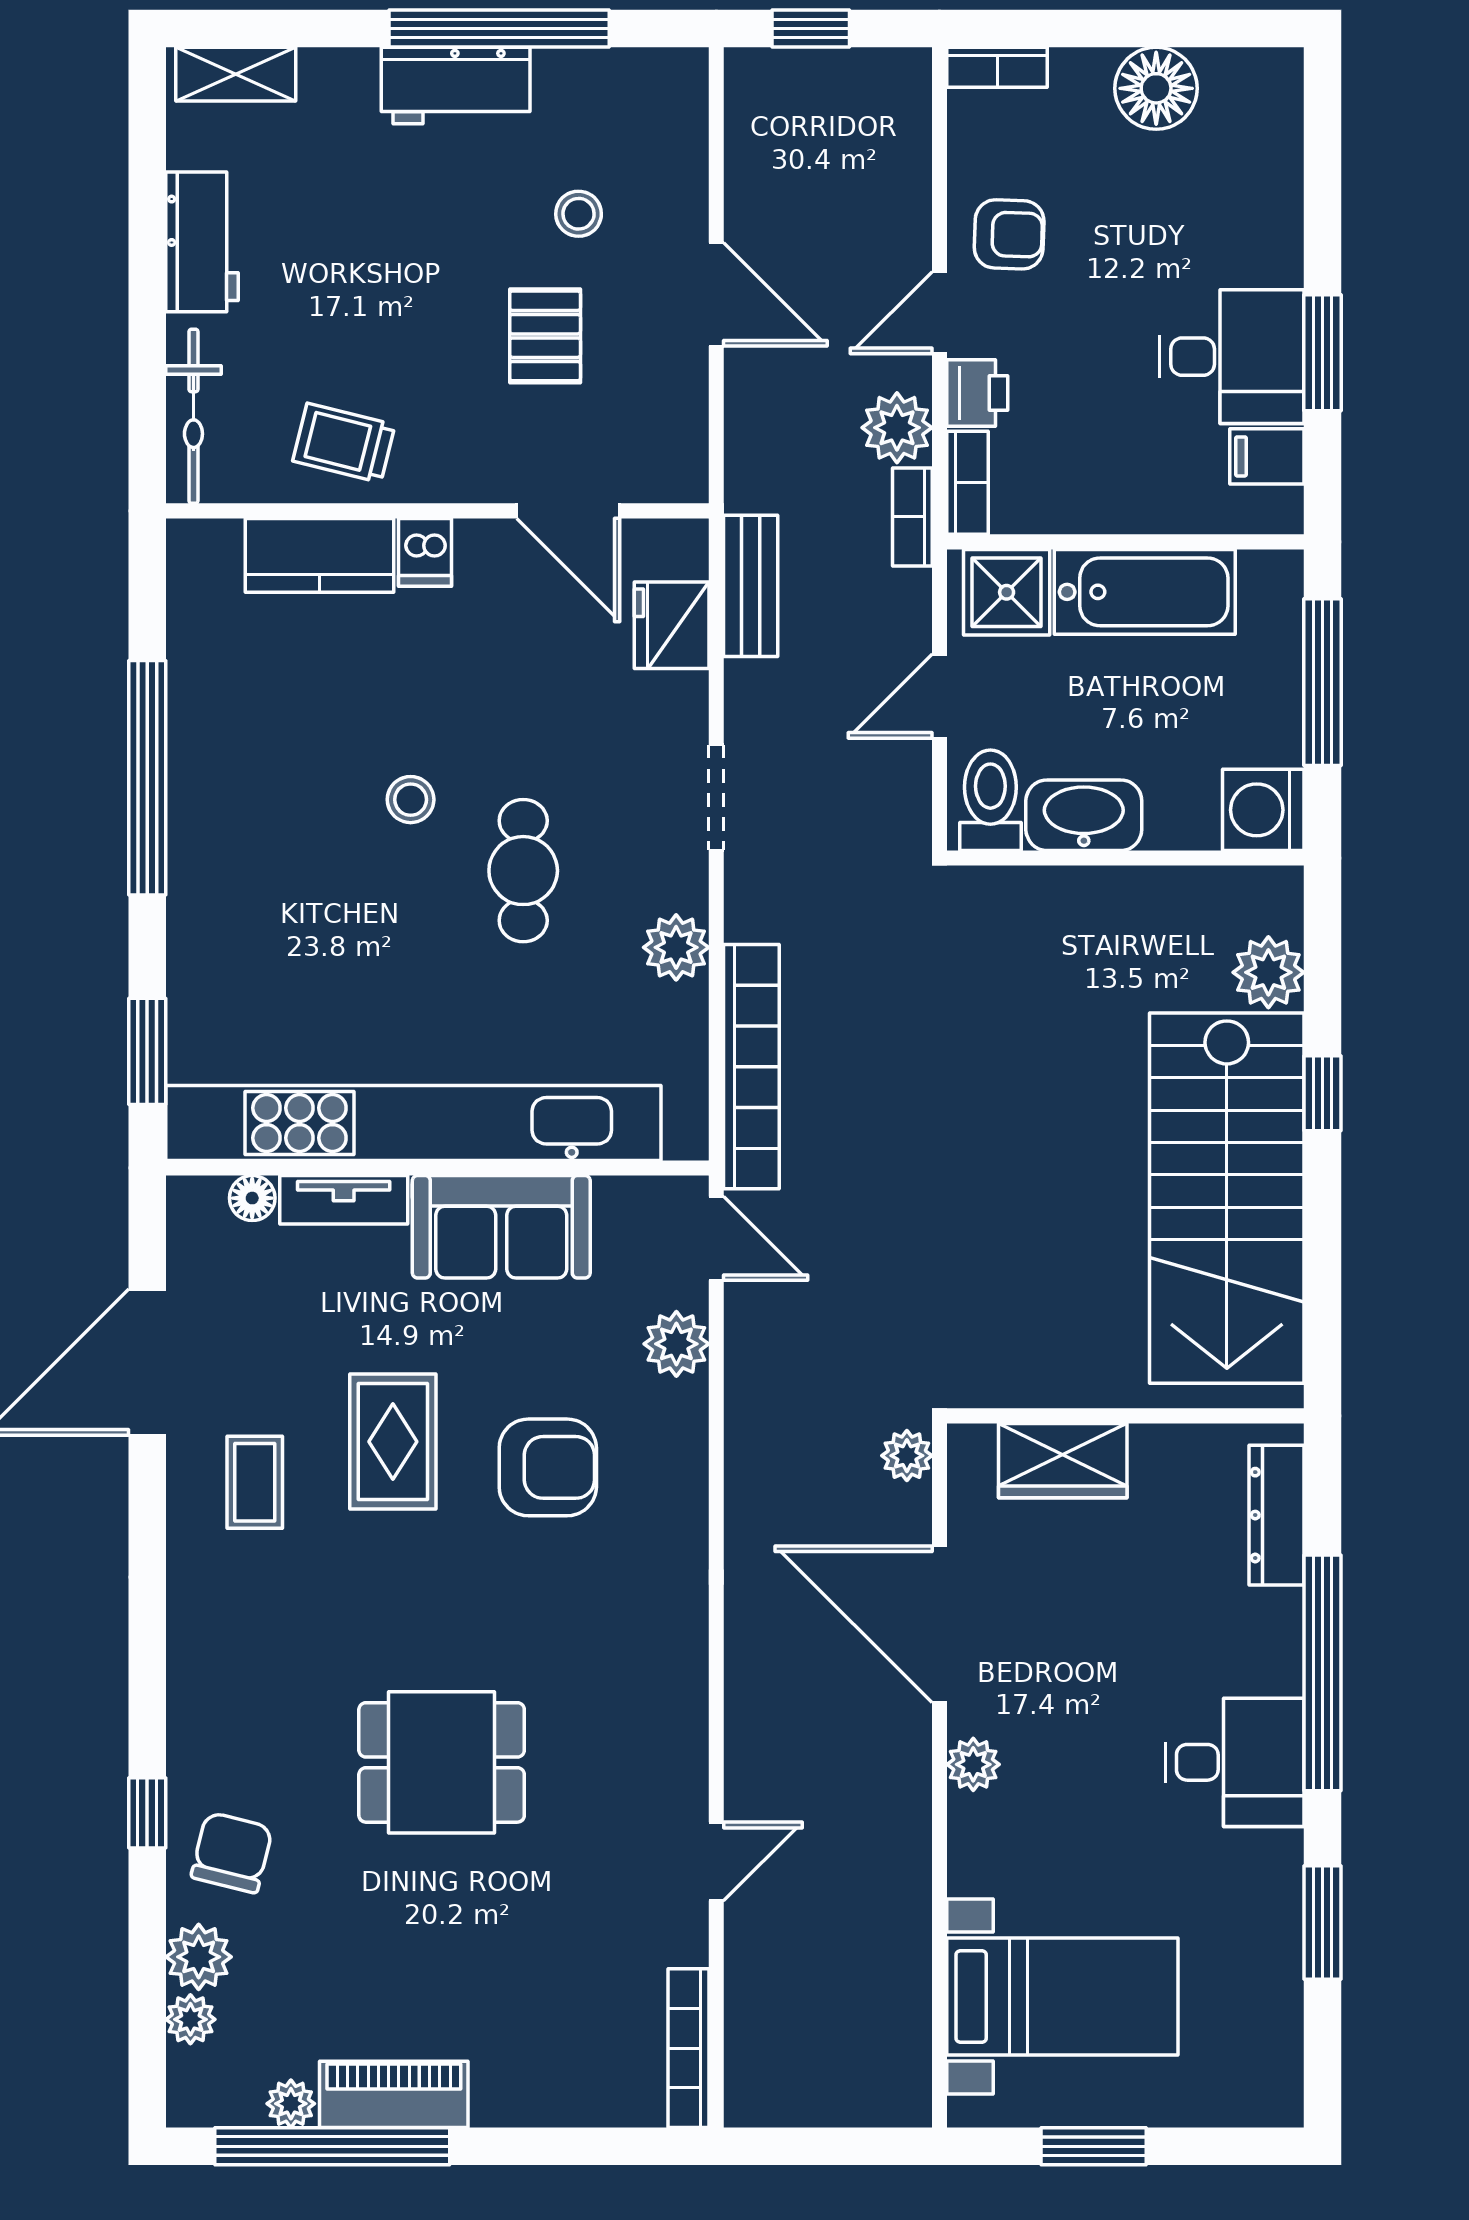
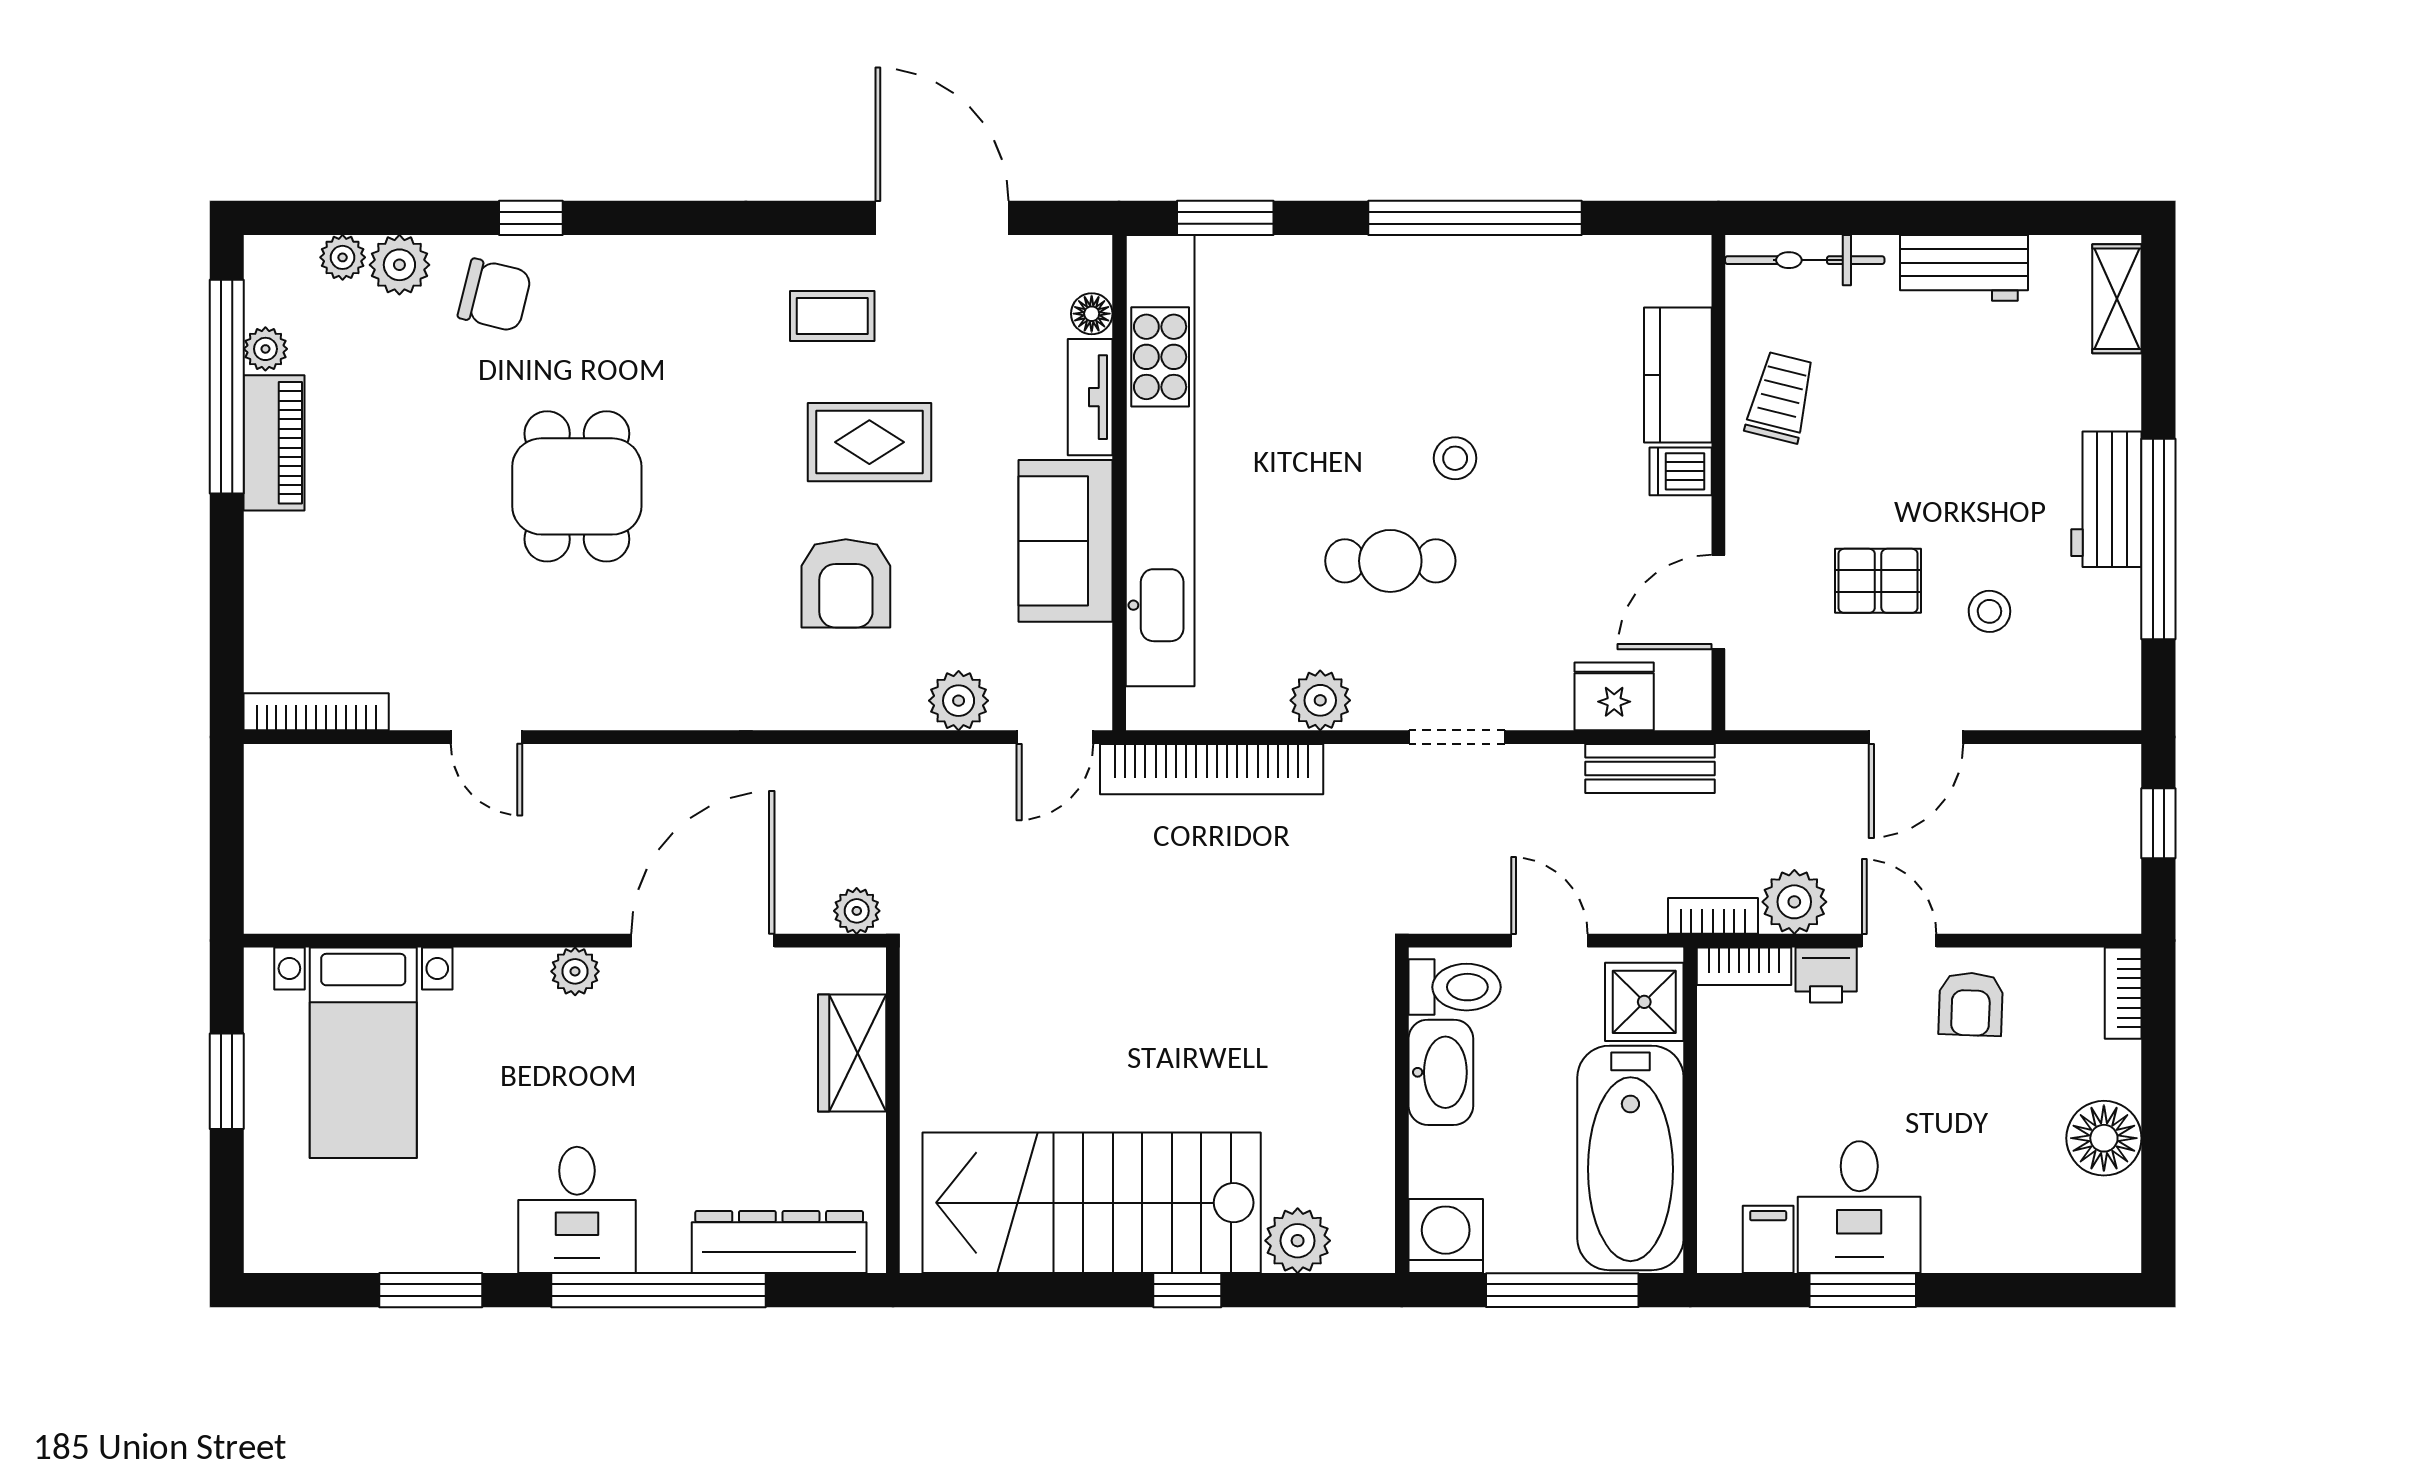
bathtub: (1145, 592) -> (1630, 1158), width x1.36, depth x1.36
dresser: (1277, 1515) -> (779, 1242), width x1.37, depth x1.24

